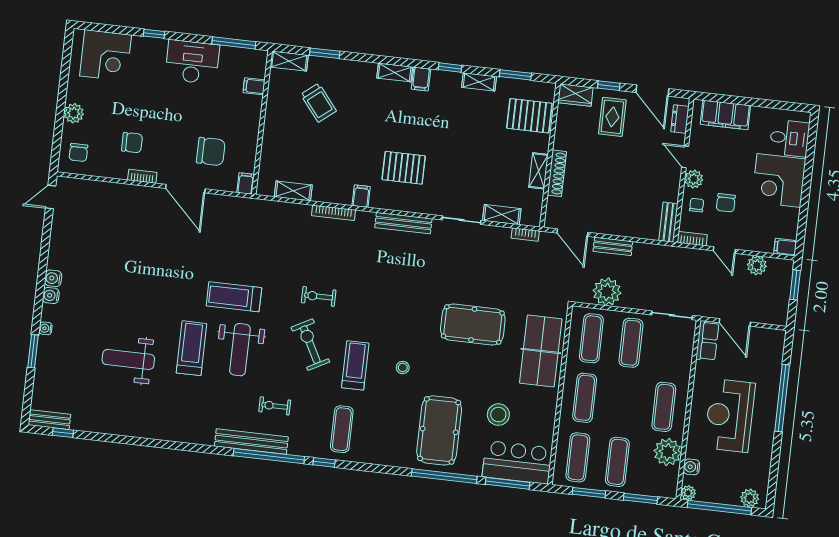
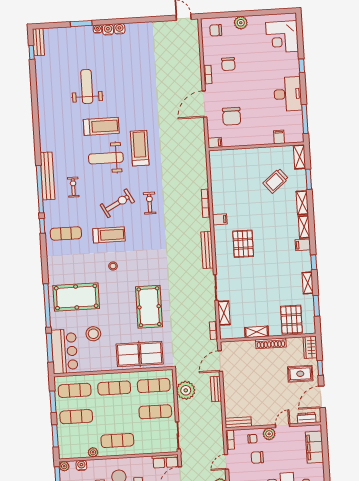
shoe rack: (557, 173) -> (271, 343), moved
shelving: (293, 191) -> (302, 203), moved
water cooler: (53, 278) -> (108, 30), moved
plant: (668, 452) -> (93, 452), width x0.53, depth x0.53

